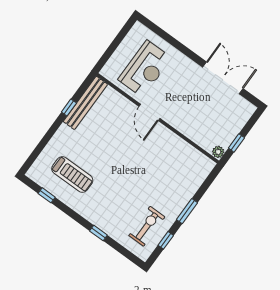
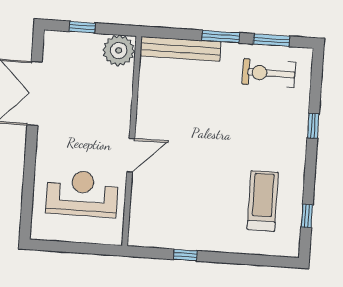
bench: (85, 103) -> (180, 49), moved
window: (236, 143) -> (82, 27), moved
plant: (218, 152) -> (119, 50), width x1.88, depth x1.88
window: (166, 240) -> (271, 40), width x1.50

